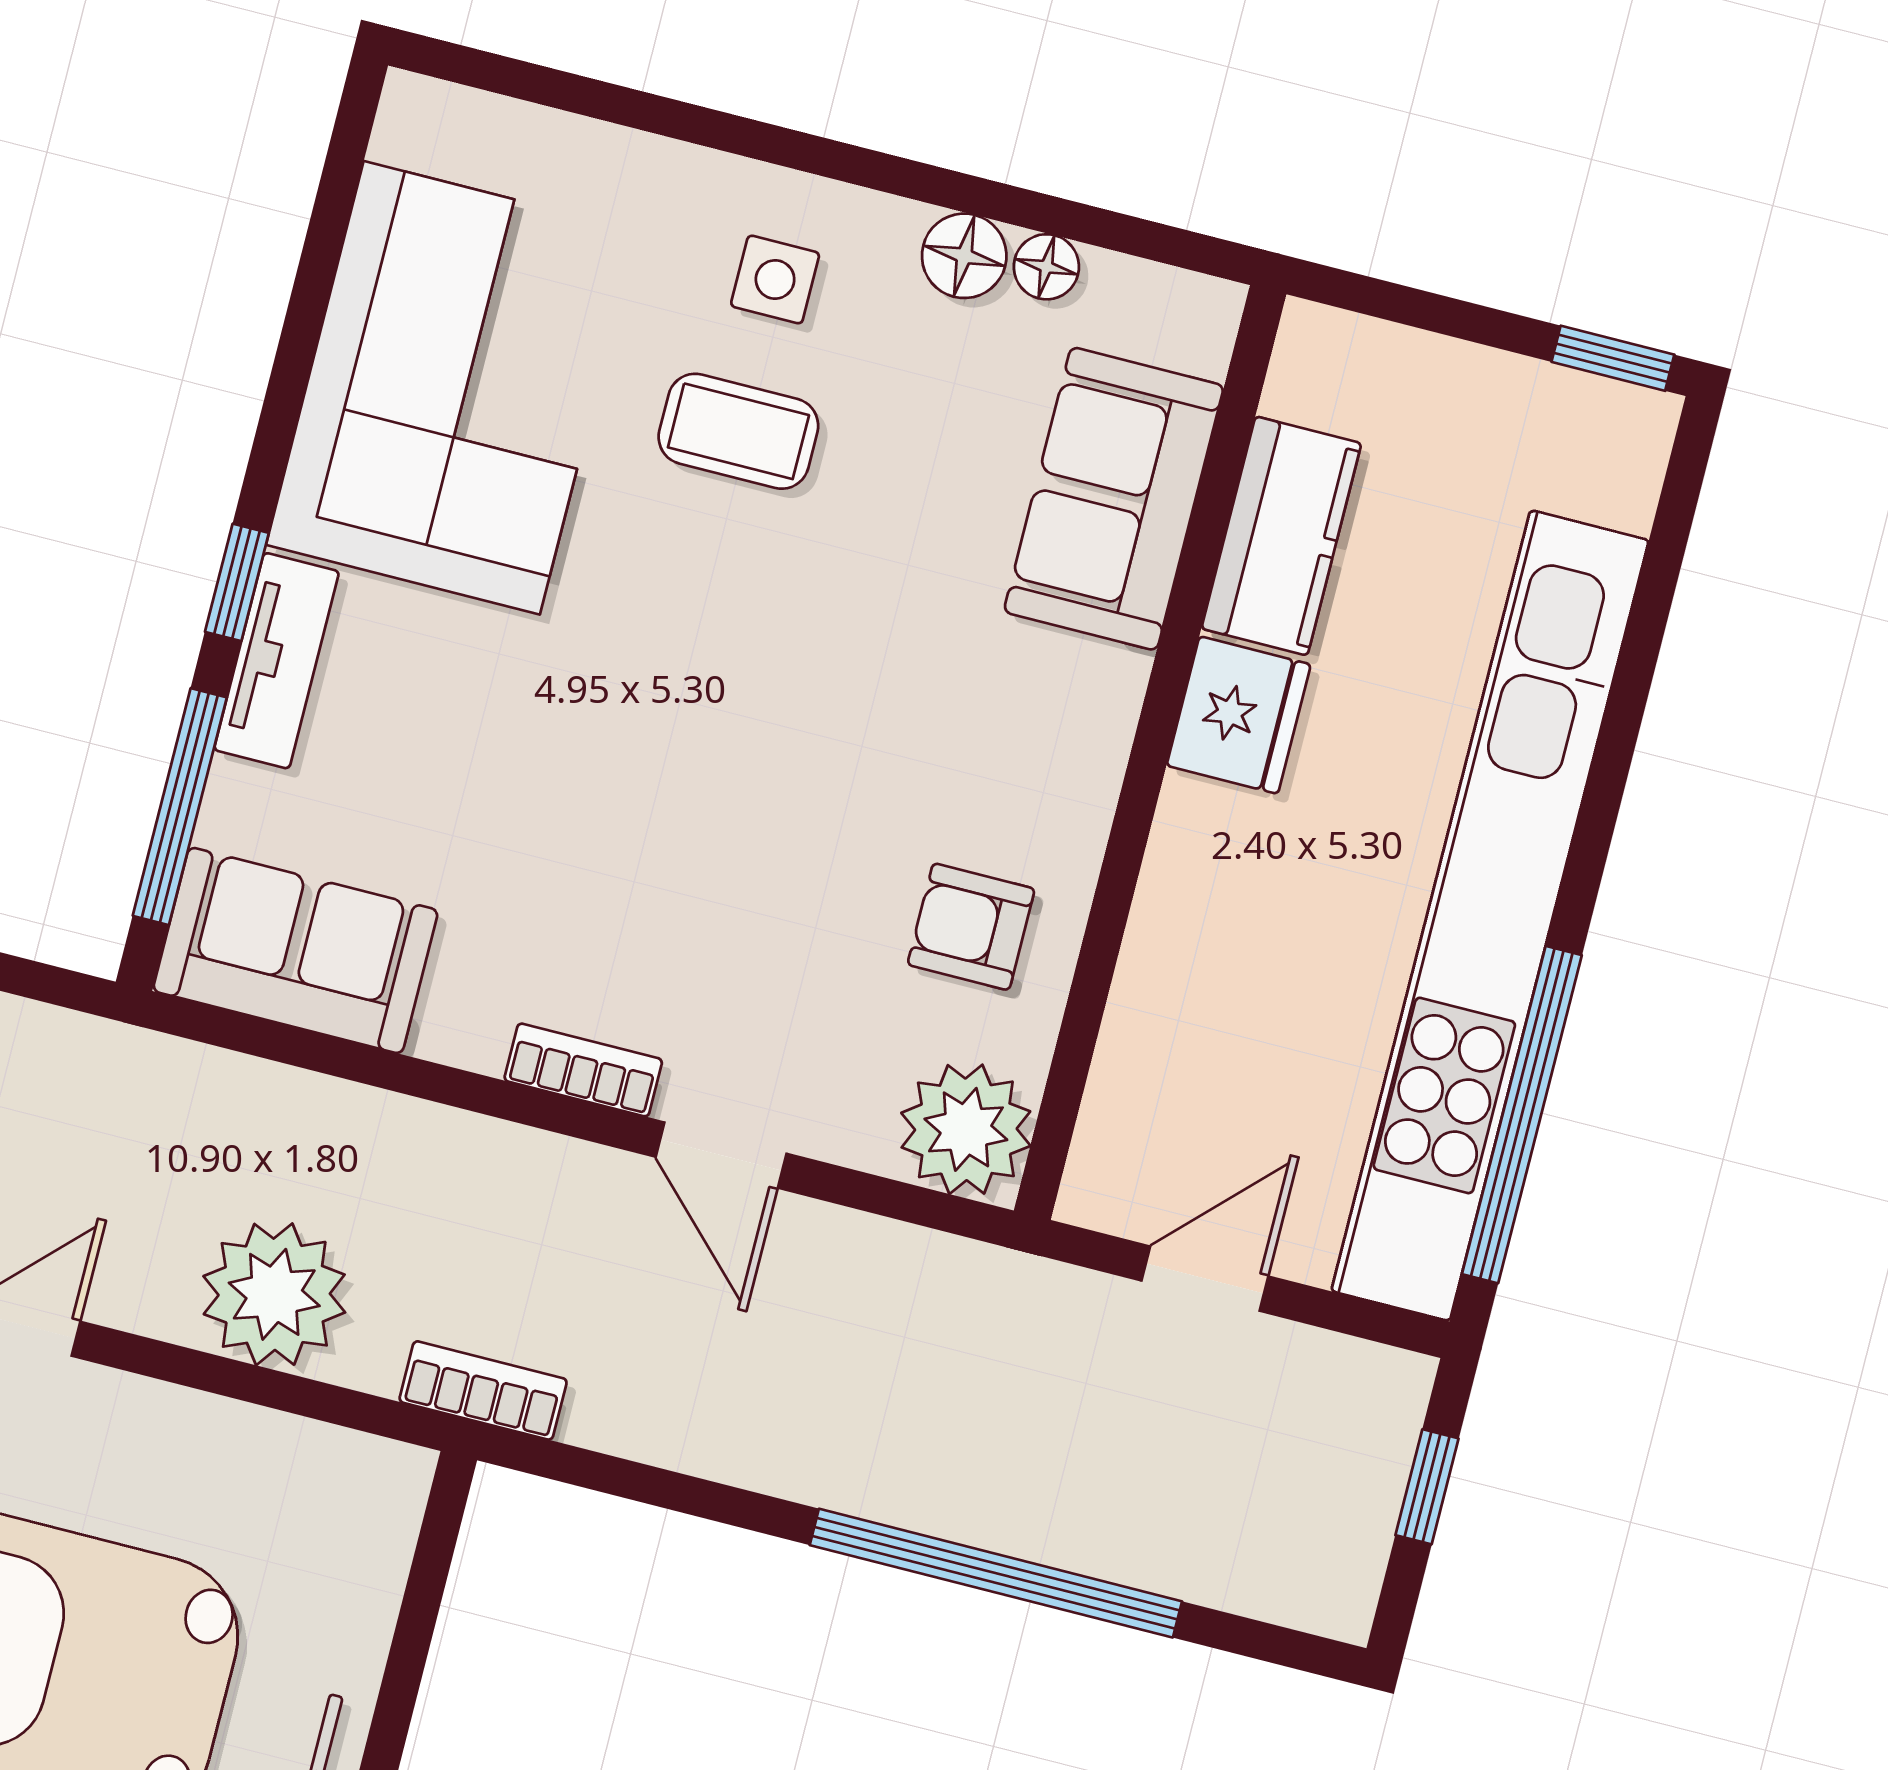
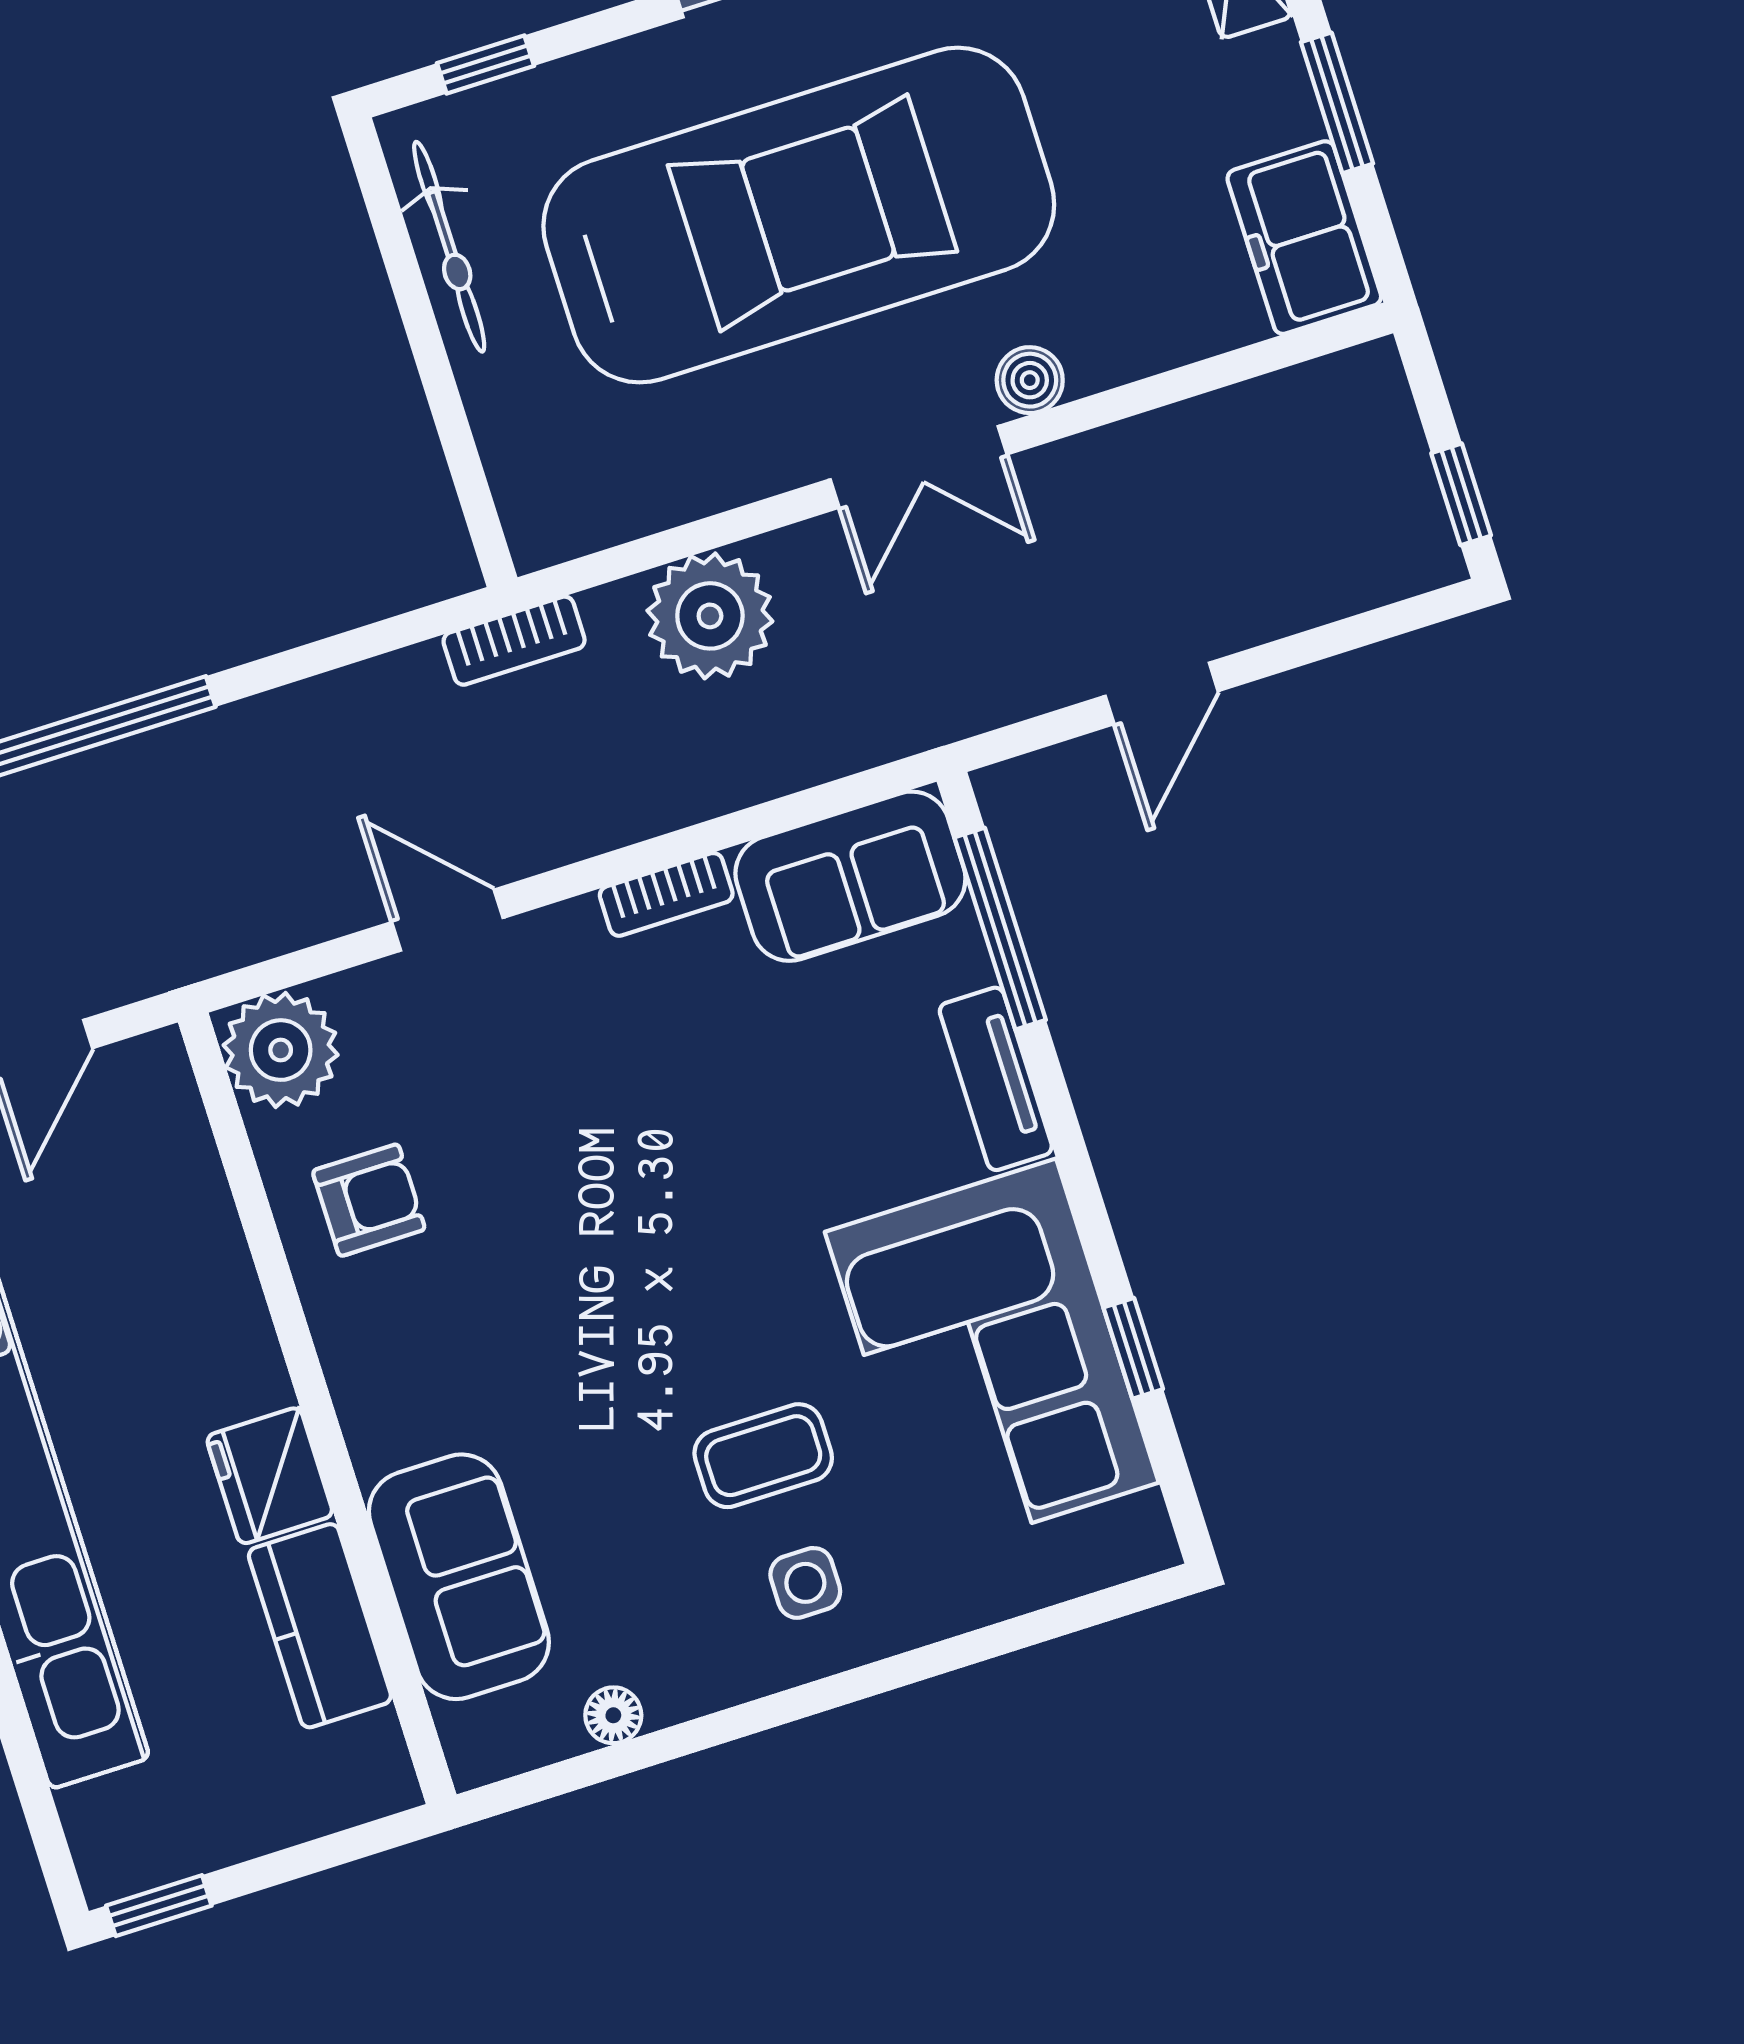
floor lamp: (964, 256) -> (678, 1686), removed
window: (237, 582) -> (1133, 1348), moved
bookcase: (583, 1070) -> (666, 894), moved

